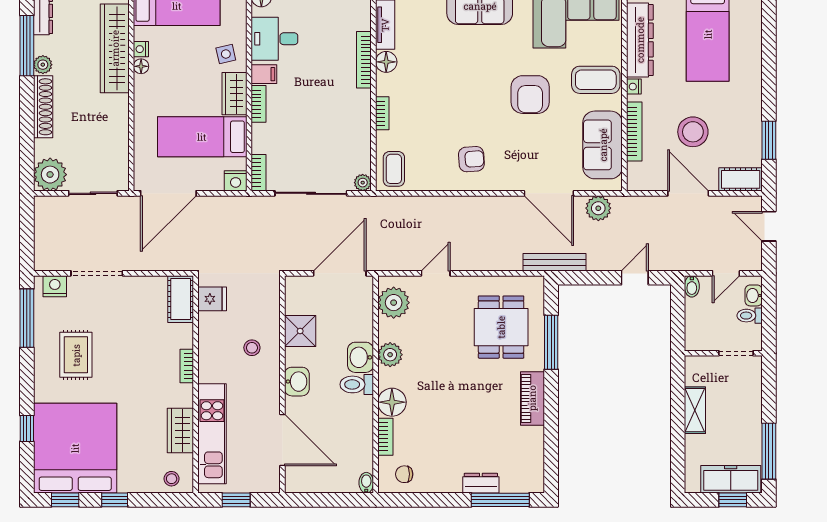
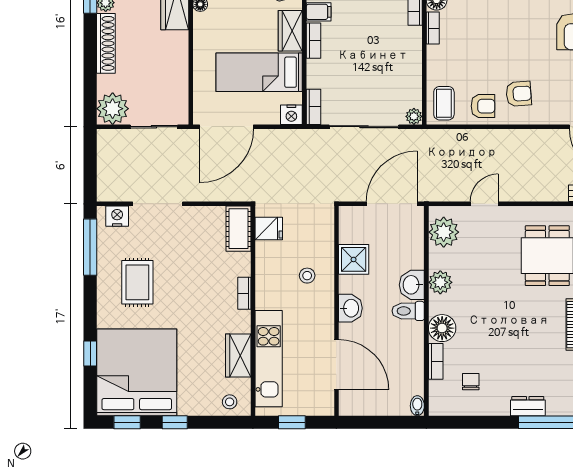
bookcase: (382, 113) -> (433, 28), moved
armchair: (434, 172) -> (483, 106), added
chair: (404, 474) -> (471, 382), moved, turned 90

